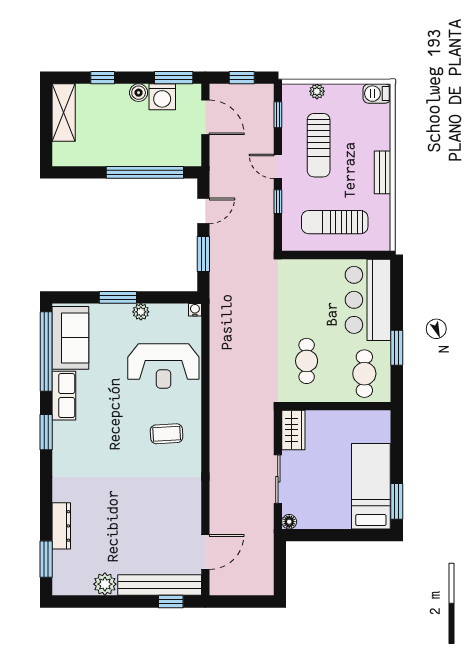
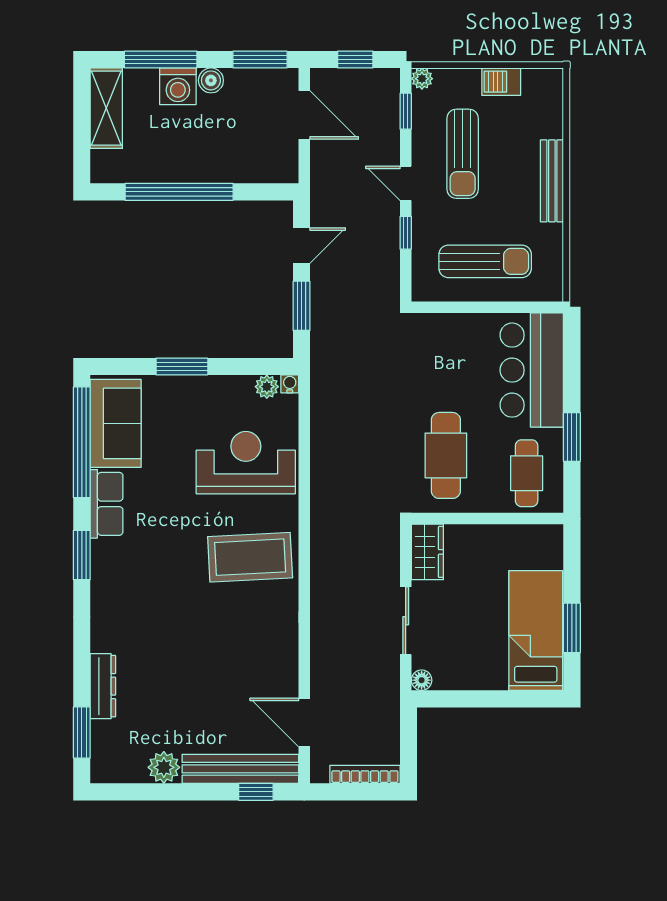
window: (103, 78) -> (161, 59), width x2.17
plant: (317, 91) -> (422, 79), moved
barbecue: (377, 94) -> (501, 82), moved
washing machine: (162, 97) -> (178, 86), moved
window: (145, 172) -> (179, 192), moved
bench: (382, 172) -> (552, 181), width x1.36
sun lounger: (335, 222) -> (485, 261), turned 180
plant: (141, 312) -> (267, 387), moved
cafe table: (307, 361) -> (446, 455), width x1.37, depth x1.35
reception desk: (163, 366) -> (246, 463), turned 180
coffee table: (167, 434) -> (250, 557), width x1.86, depth x1.72
window: (397, 501) -> (572, 628), moved
door: (205, 552) -> (304, 723), swing flipped
bookcase: (249, 589) -> (365, 774), added

